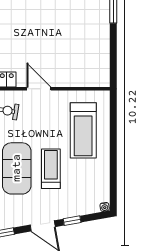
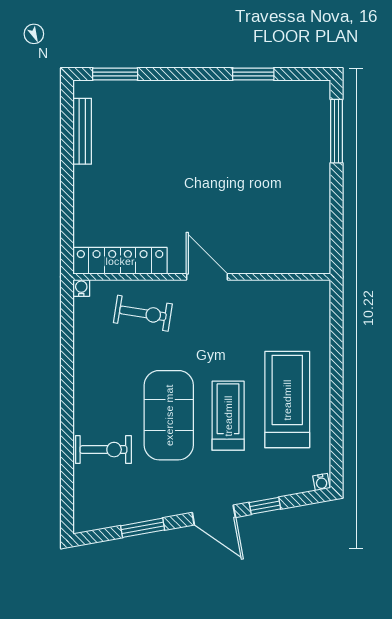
treadmill: (83, 130) -> (287, 400), moved, turned 180

